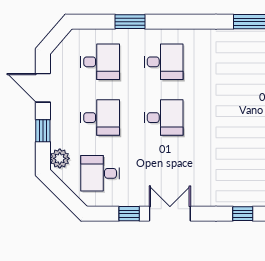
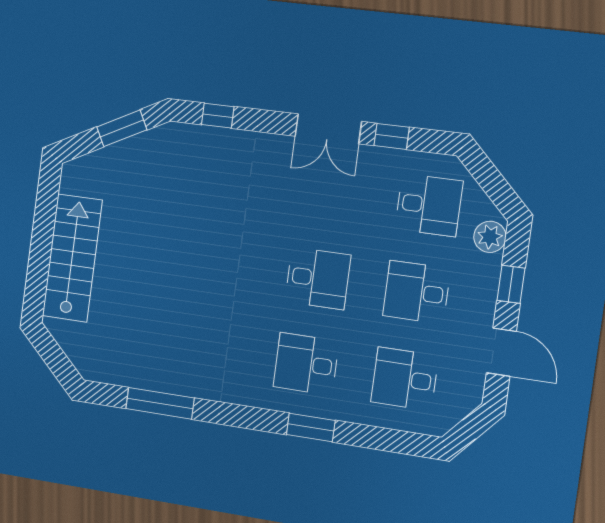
window: (130, 22) -> (311, 428), moved
desk: (164, 118) -> (318, 278), turned 180

